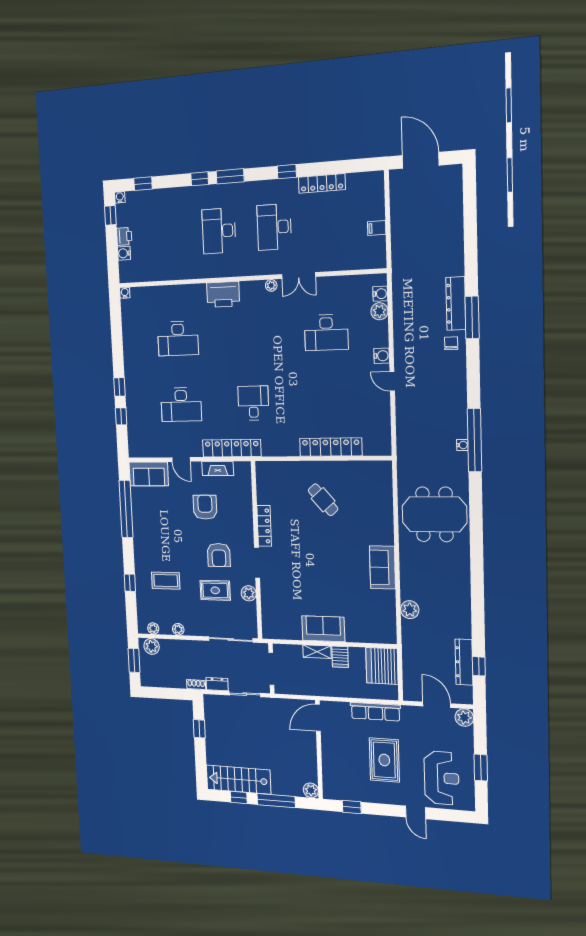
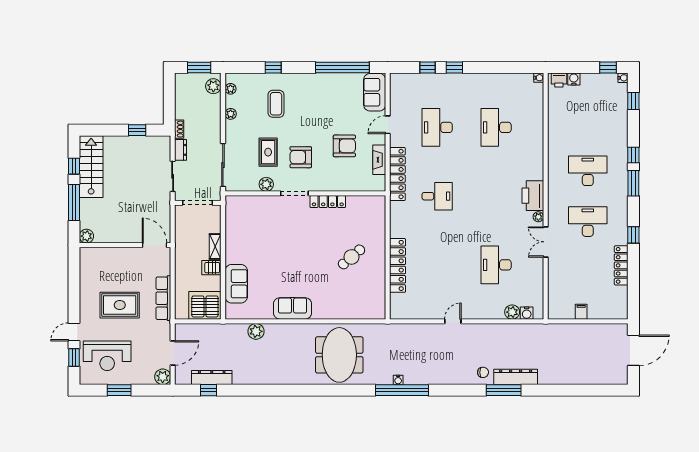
printer: (124, 236) -> (559, 80), moved
printer: (223, 294) -> (533, 196), moved
water cooler: (382, 356) -> (475, 313), removed
sofa: (323, 629) -> (236, 284), moved
window: (352, 807) -> (74, 358), moved

